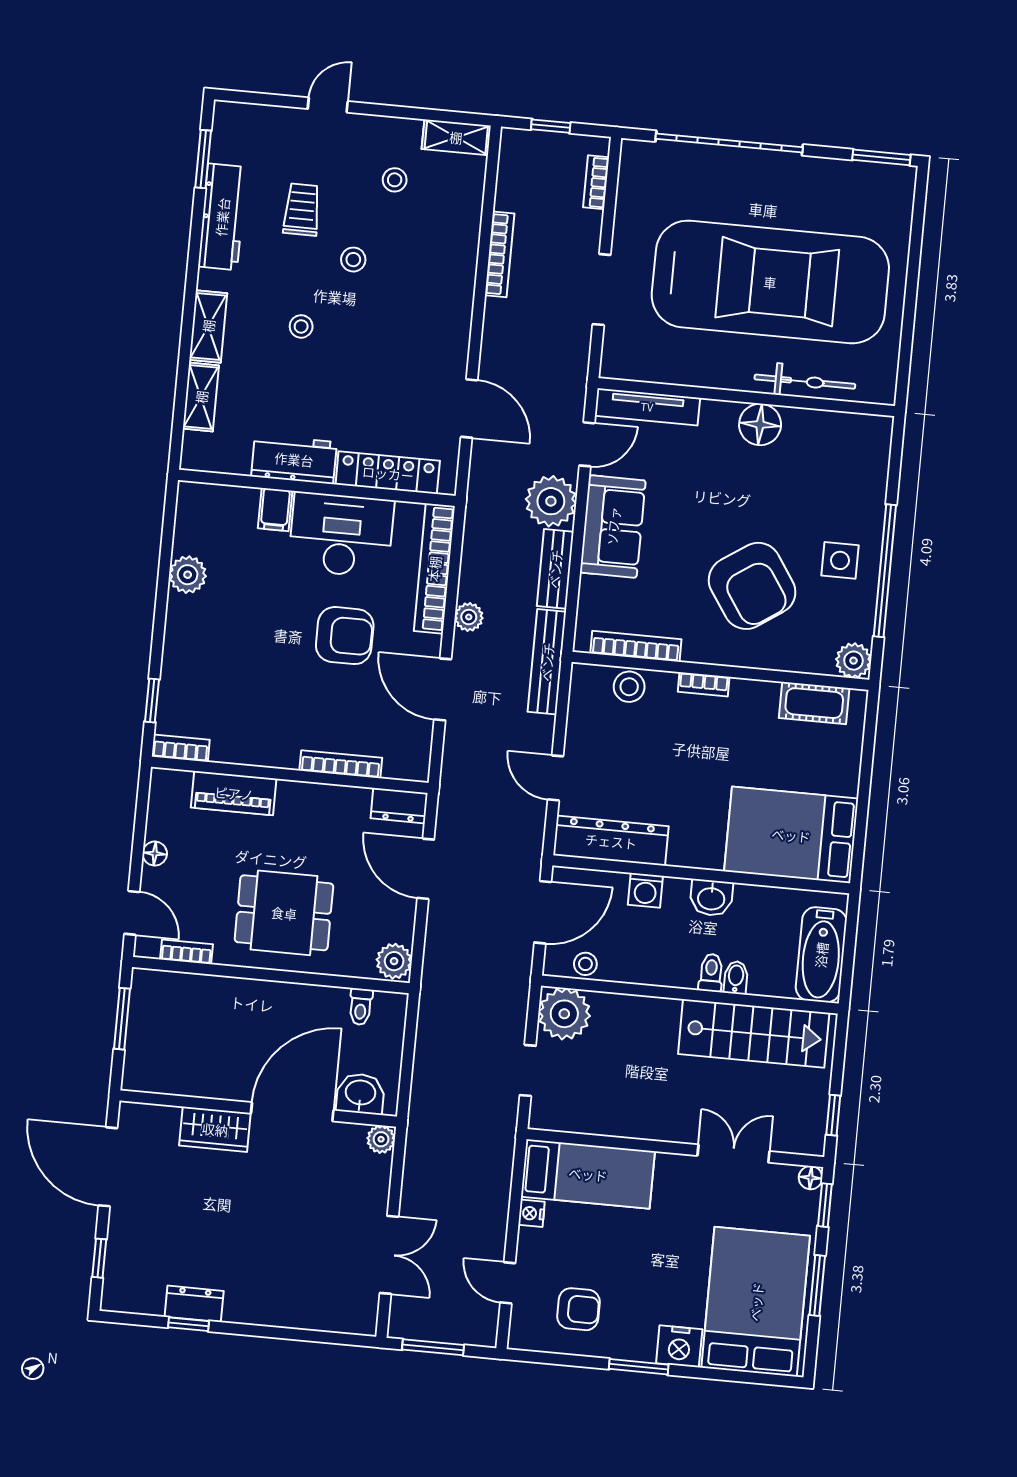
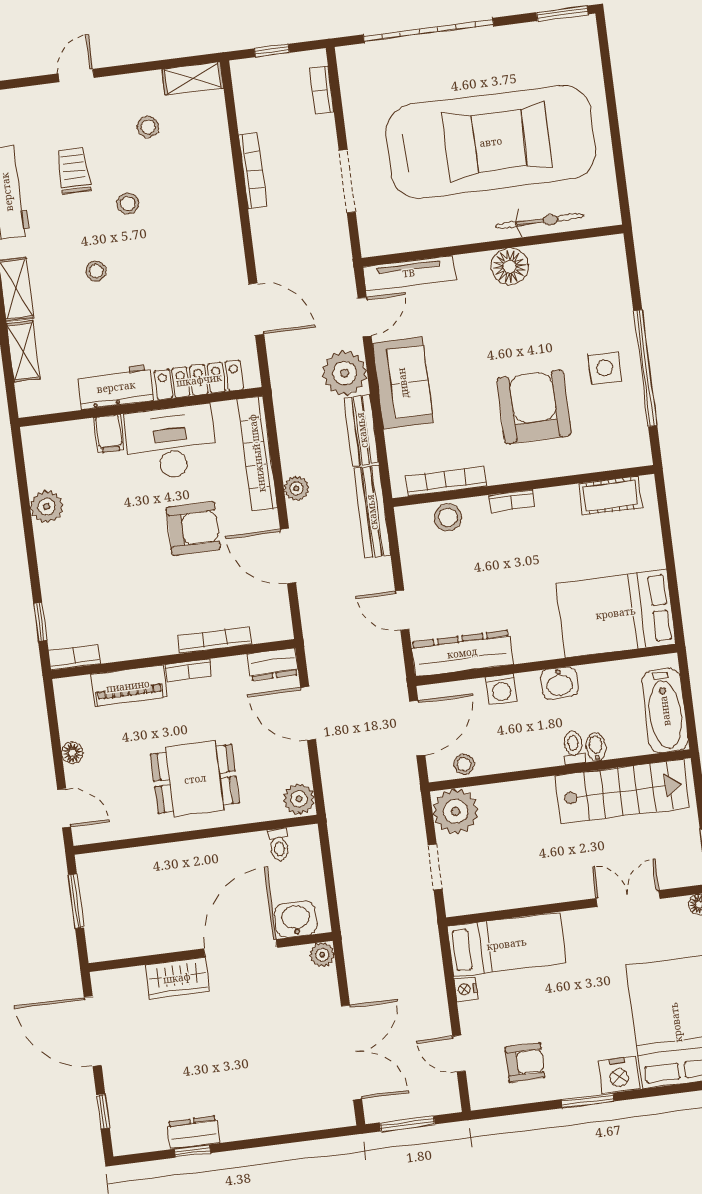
armchair: (752, 586) -> (534, 407), turned -146
plant: (853, 661) -> (636, 451), removed
bookcase: (186, 952) -> (188, 671), moved, turned 180
double door: (389, 1255) -> (352, 1052), width x1.37

